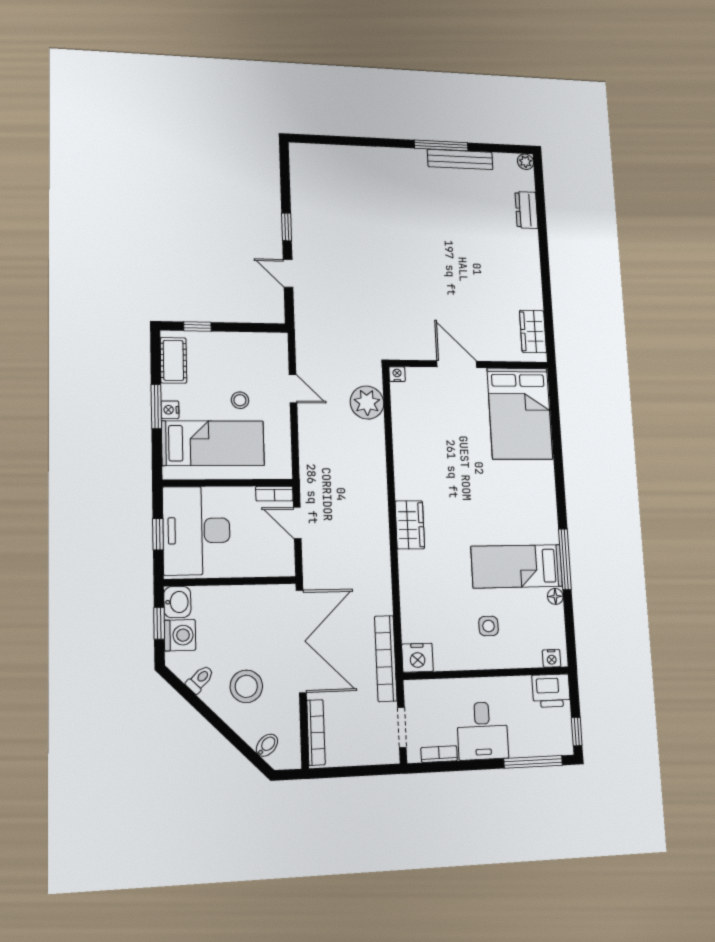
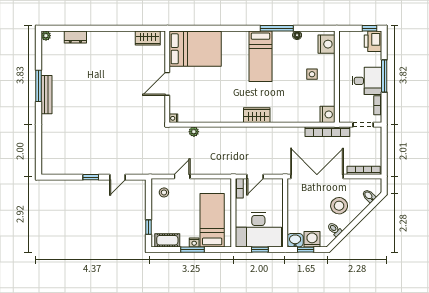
bench: (460, 159) -> (46, 95), moved
stool: (240, 400) -> (164, 192), moved
plant: (367, 403) -> (194, 132), width x0.53, depth x0.53
bed: (517, 566) -> (260, 56), moved
nightstand: (552, 658) -> (327, 44), width x1.89, depth x1.79
printer: (551, 691) -> (373, 41), moved, turned 180
window: (533, 762) -> (384, 76), moved

